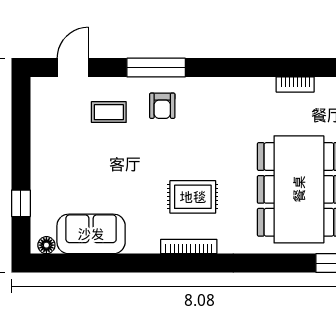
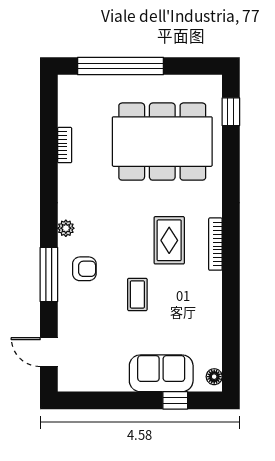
plant: (206, 86) -> (66, 228), added
coffee table: (109, 112) -> (137, 294), moved
sofa: (91, 234) -> (161, 373), moved, turned 90

